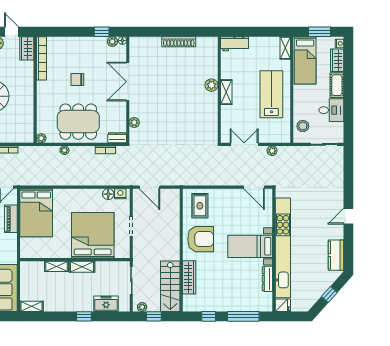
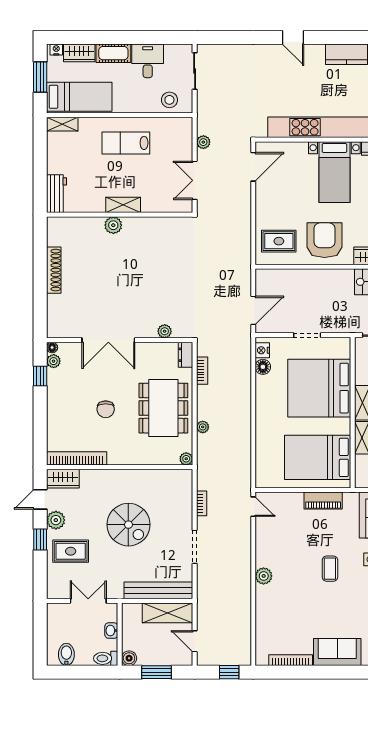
lab bench: (271, 94) -> (126, 143), width x0.73, depth x0.72
bed: (36, 213) -> (318, 457), moved, turned 180
piano: (11, 219) -> (323, 500), moved

